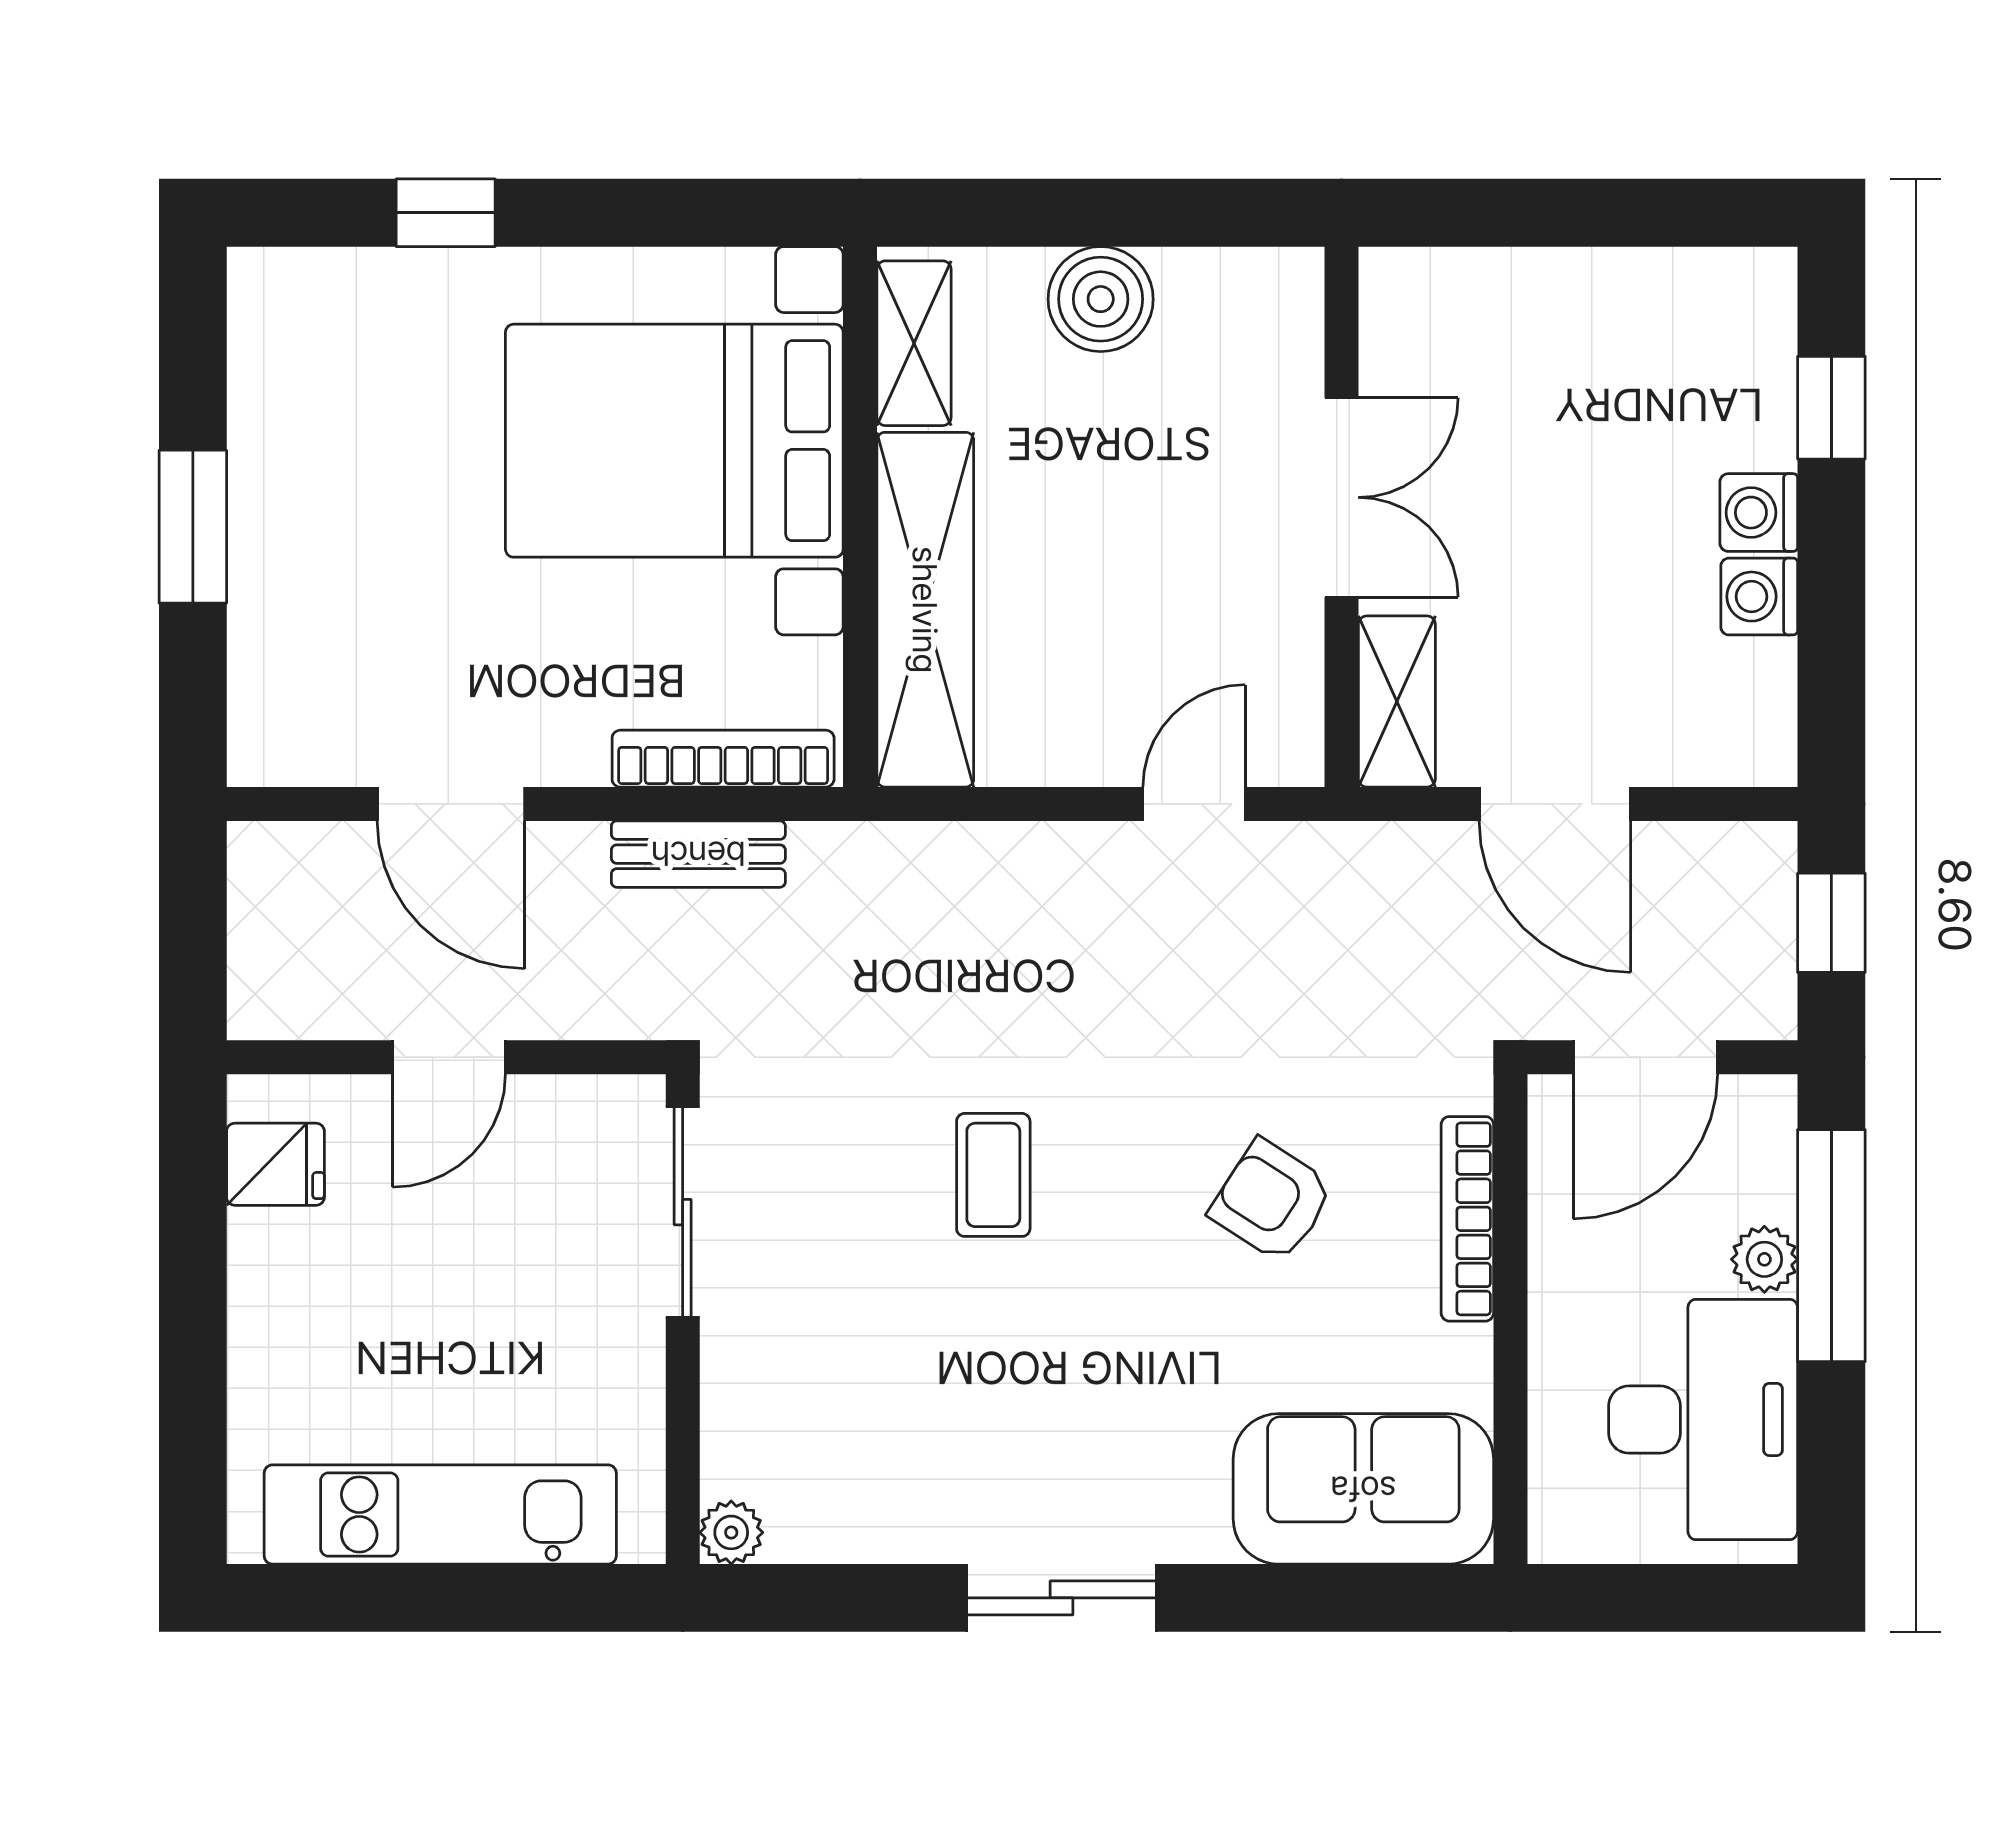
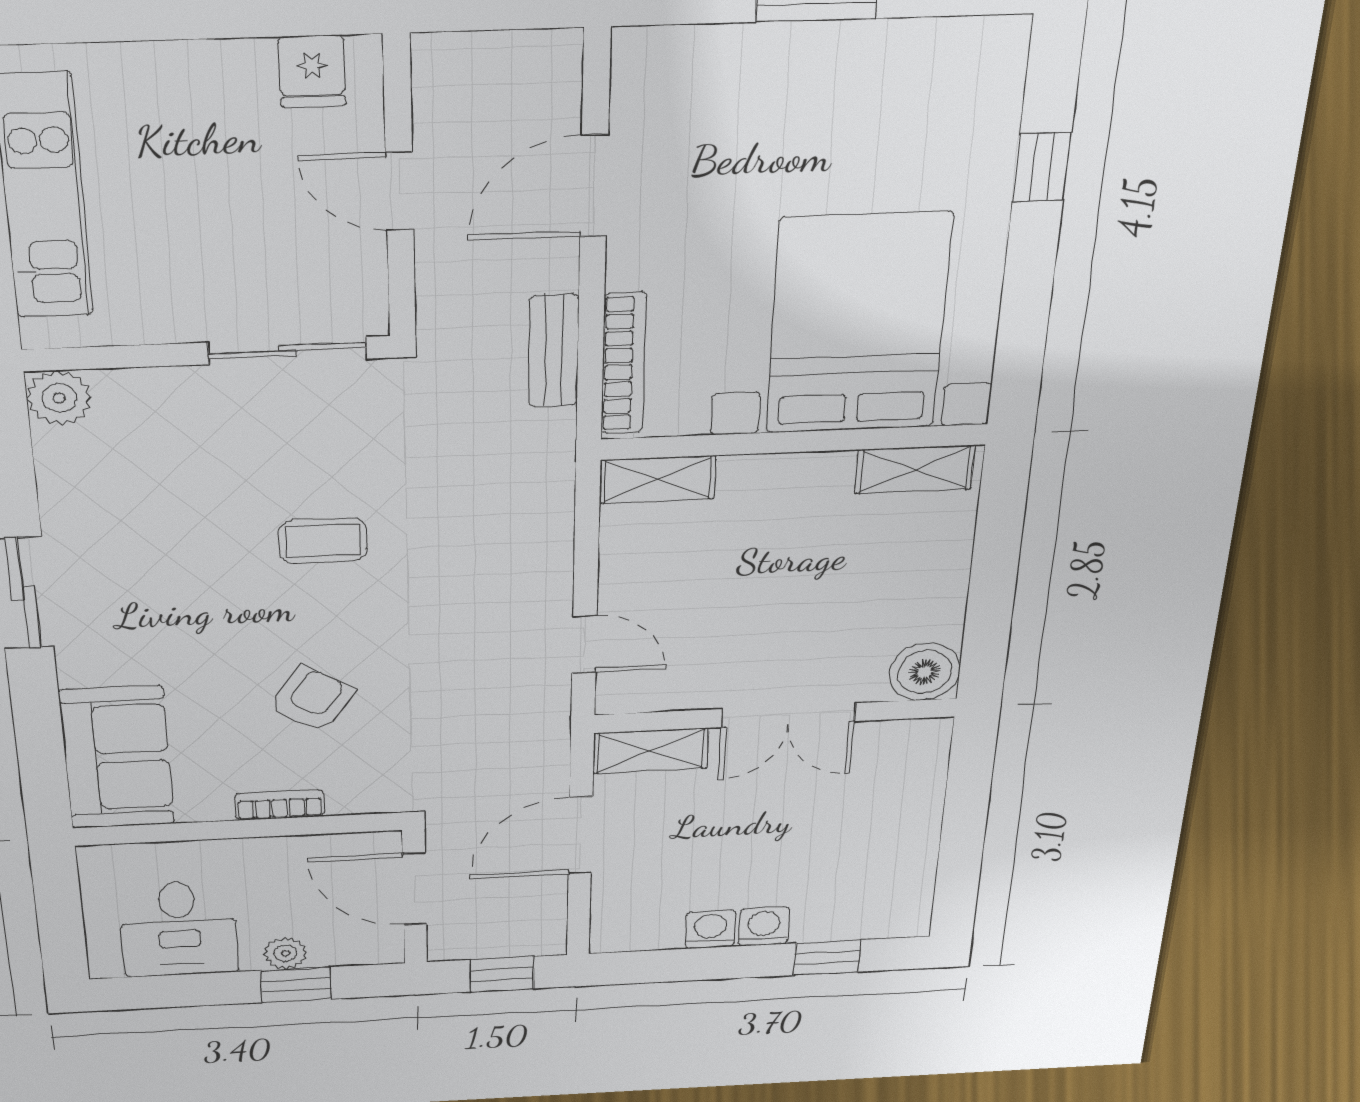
boiler: (1101, 299) -> (925, 672), moved
shelving: (925, 610) -> (657, 479), width x0.45, depth x0.75
bookcase: (1467, 1219) -> (280, 805), width x0.64
window: (1831, 1246) -> (296, 985), width x0.46
desk: (1703, 1419) -> (179, 929), width x0.73
plant: (731, 1532) -> (59, 398), width x1.38, depth x1.38

